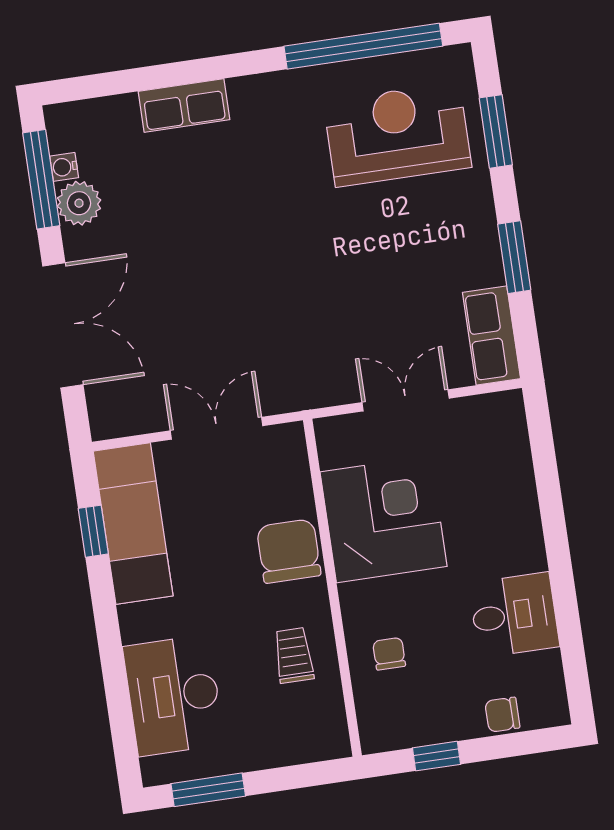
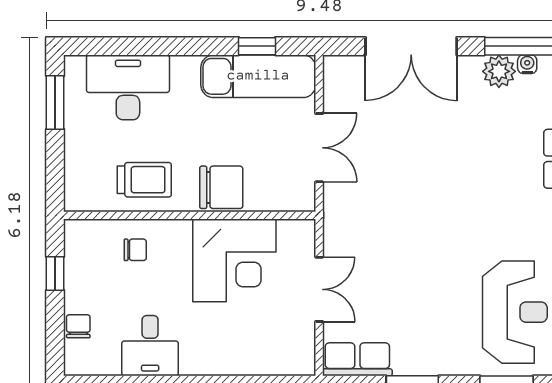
trolley: (294, 655) -> (144, 180), width x1.36, depth x1.39

